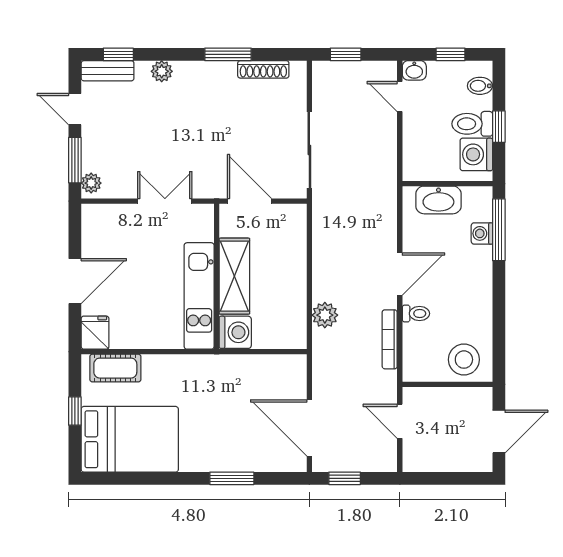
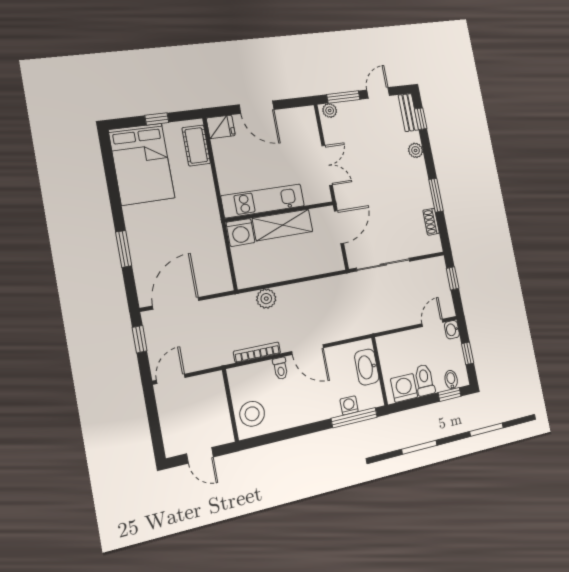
shoe rack: (263, 69) -> (431, 222), width x0.70
window: (499, 127) -> (450, 394), moved
door: (400, 421) -> (171, 379), moved
door: (499, 432) -> (200, 455), width x0.73

